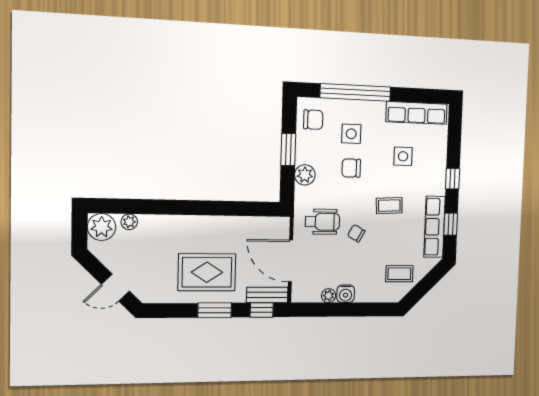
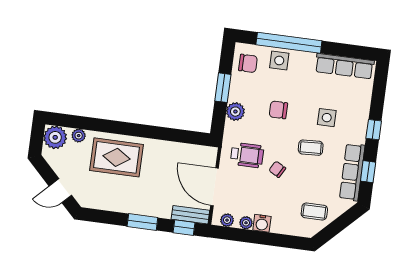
side table: (351, 134) -> (279, 61), moved
side table: (403, 156) -> (327, 118), moved
rug: (207, 272) -> (116, 157), moved
plant: (308, 295) -> (227, 220), added

